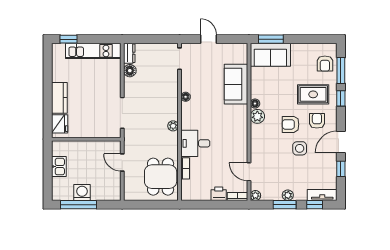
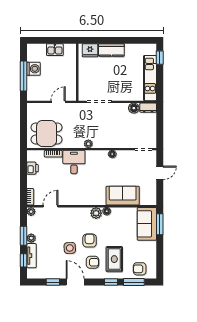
printer: (219, 194) -> (32, 168), moved
tv unit: (322, 195) -> (31, 256), moved
window: (78, 205) -> (24, 76), moved

